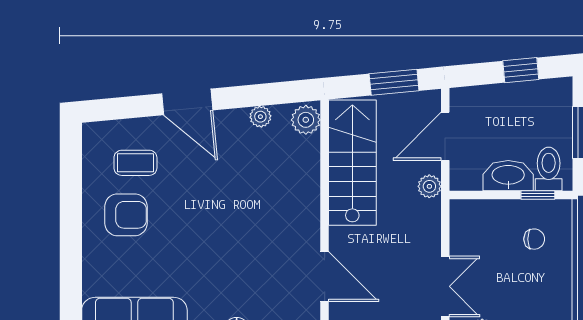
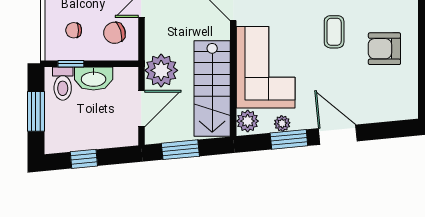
window: (251, 96) -> (289, 139), added
coffee table: (135, 163) -> (334, 32), moved, turned 90
plant: (429, 186) -> (161, 70), width x1.87, depth x1.87
corner sofa: (282, 190) -> (266, 67), added
chair: (481, 236) -> (114, 33), added

